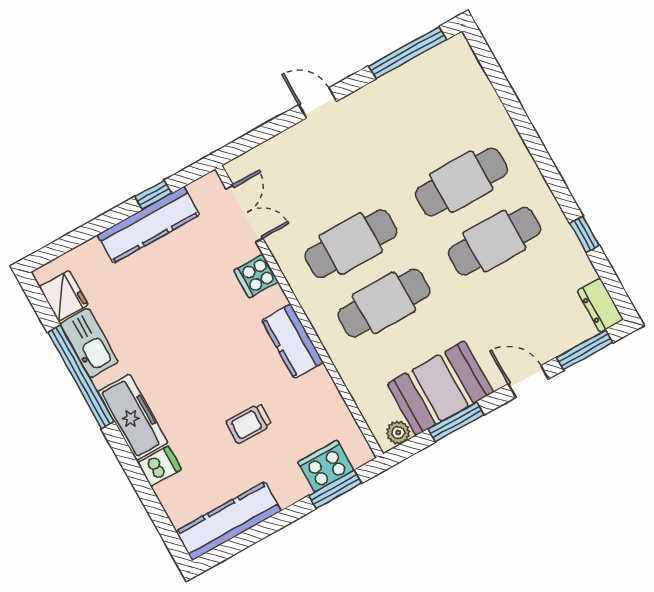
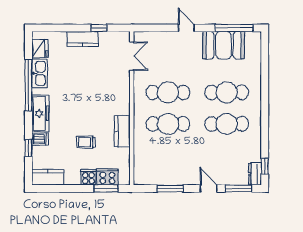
kitchen counter: (148, 225) -> (83, 39), width x0.67
window: (584, 234) -> (265, 166), moved
cooker: (256, 276) -> (88, 177), moved, turned 90
kitchen counter: (293, 341) -> (122, 131), moved
booth: (440, 388) -> (224, 45), moved
plant: (398, 433) -> (144, 180), removed
window: (147, 495) -> (28, 148), added
kitchen counter: (229, 521) -> (48, 177), width x0.67

